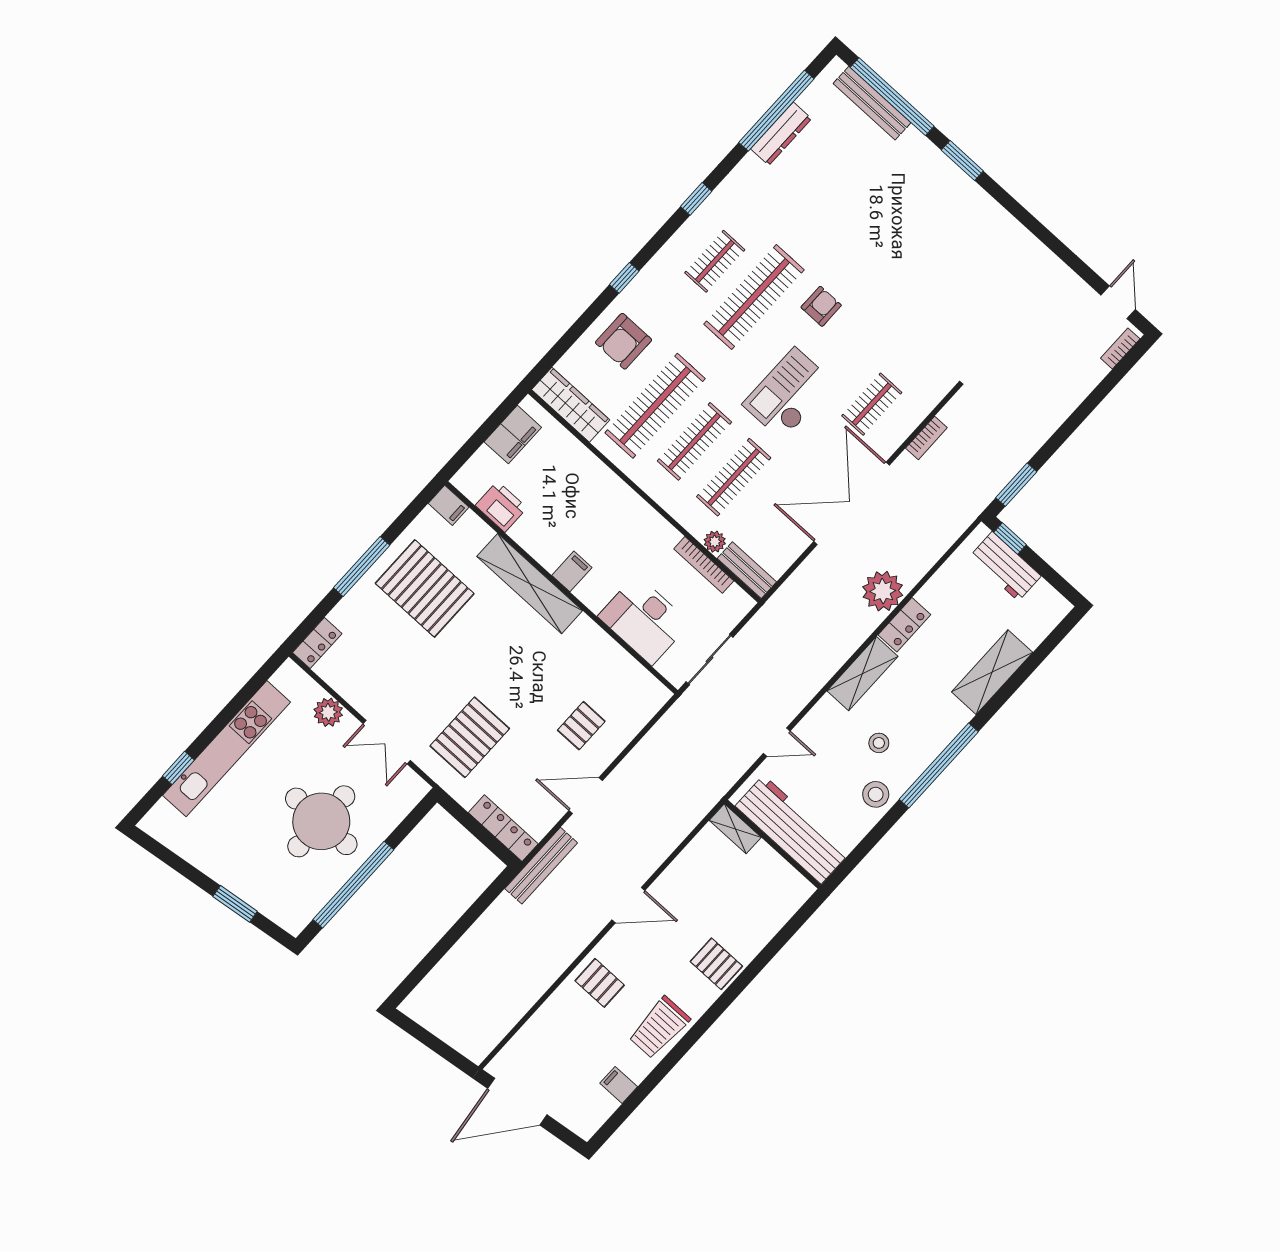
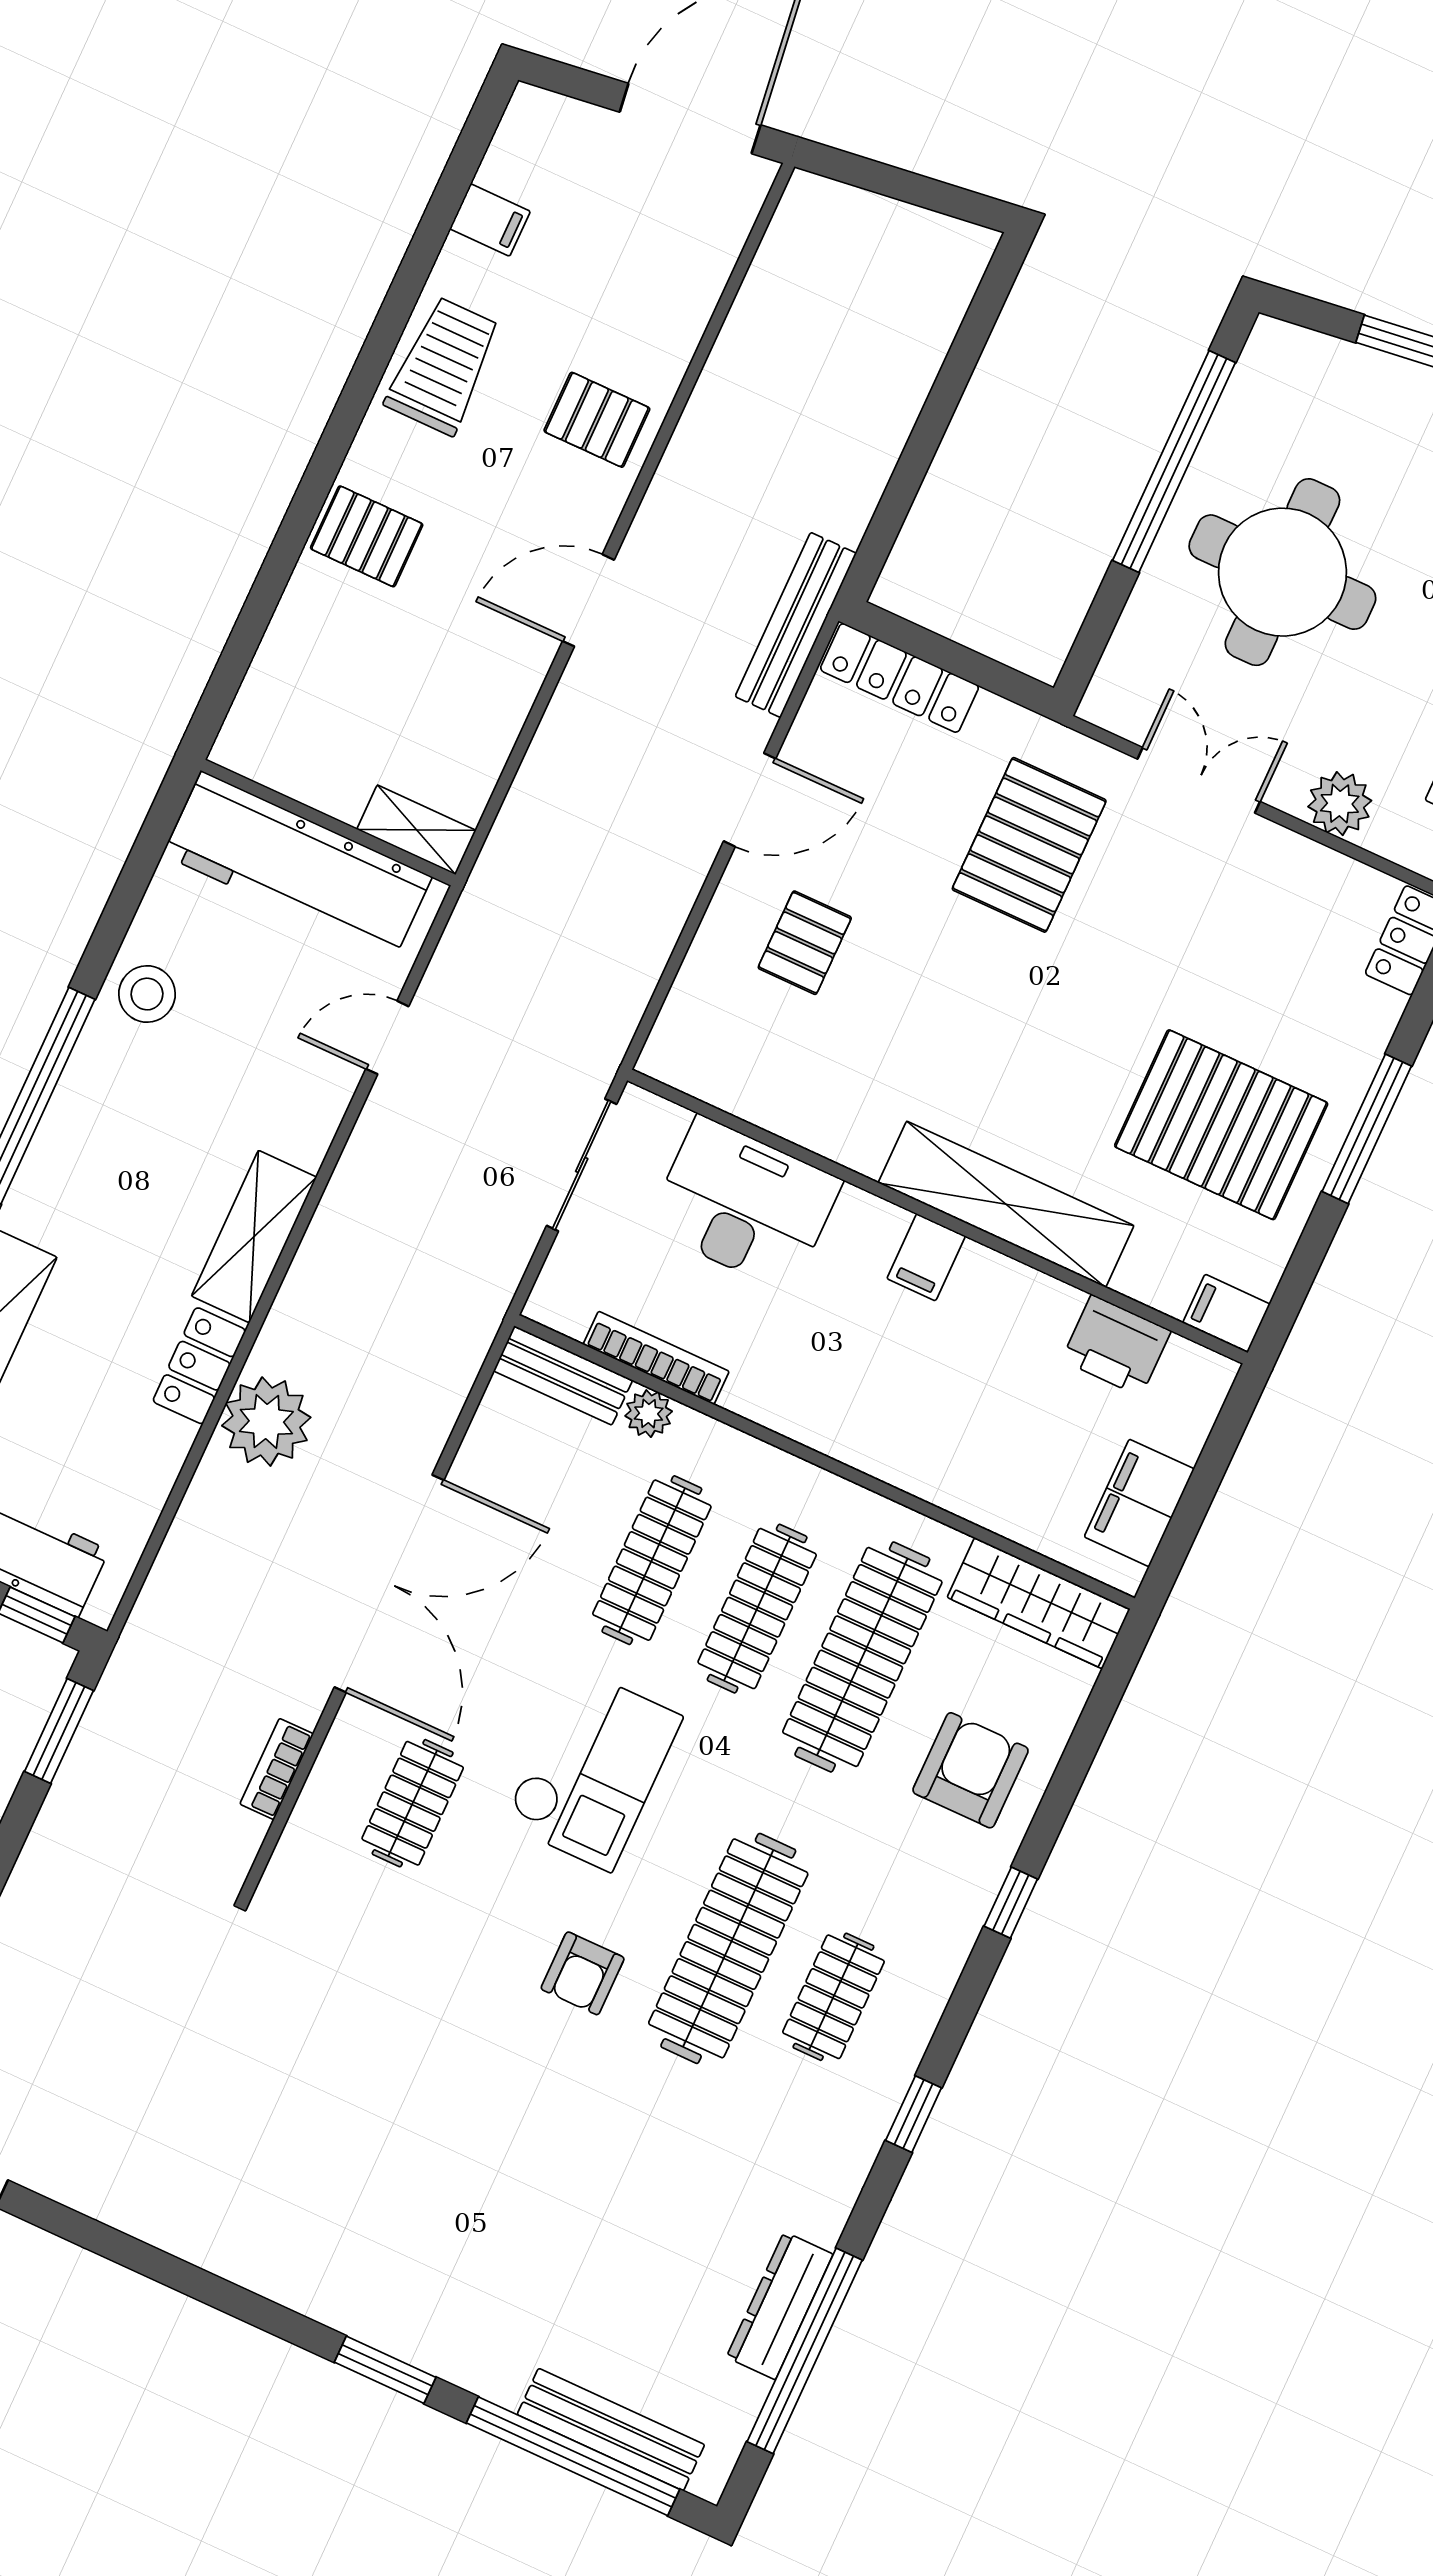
stool: (879, 743) -> (174, 1103), removed

